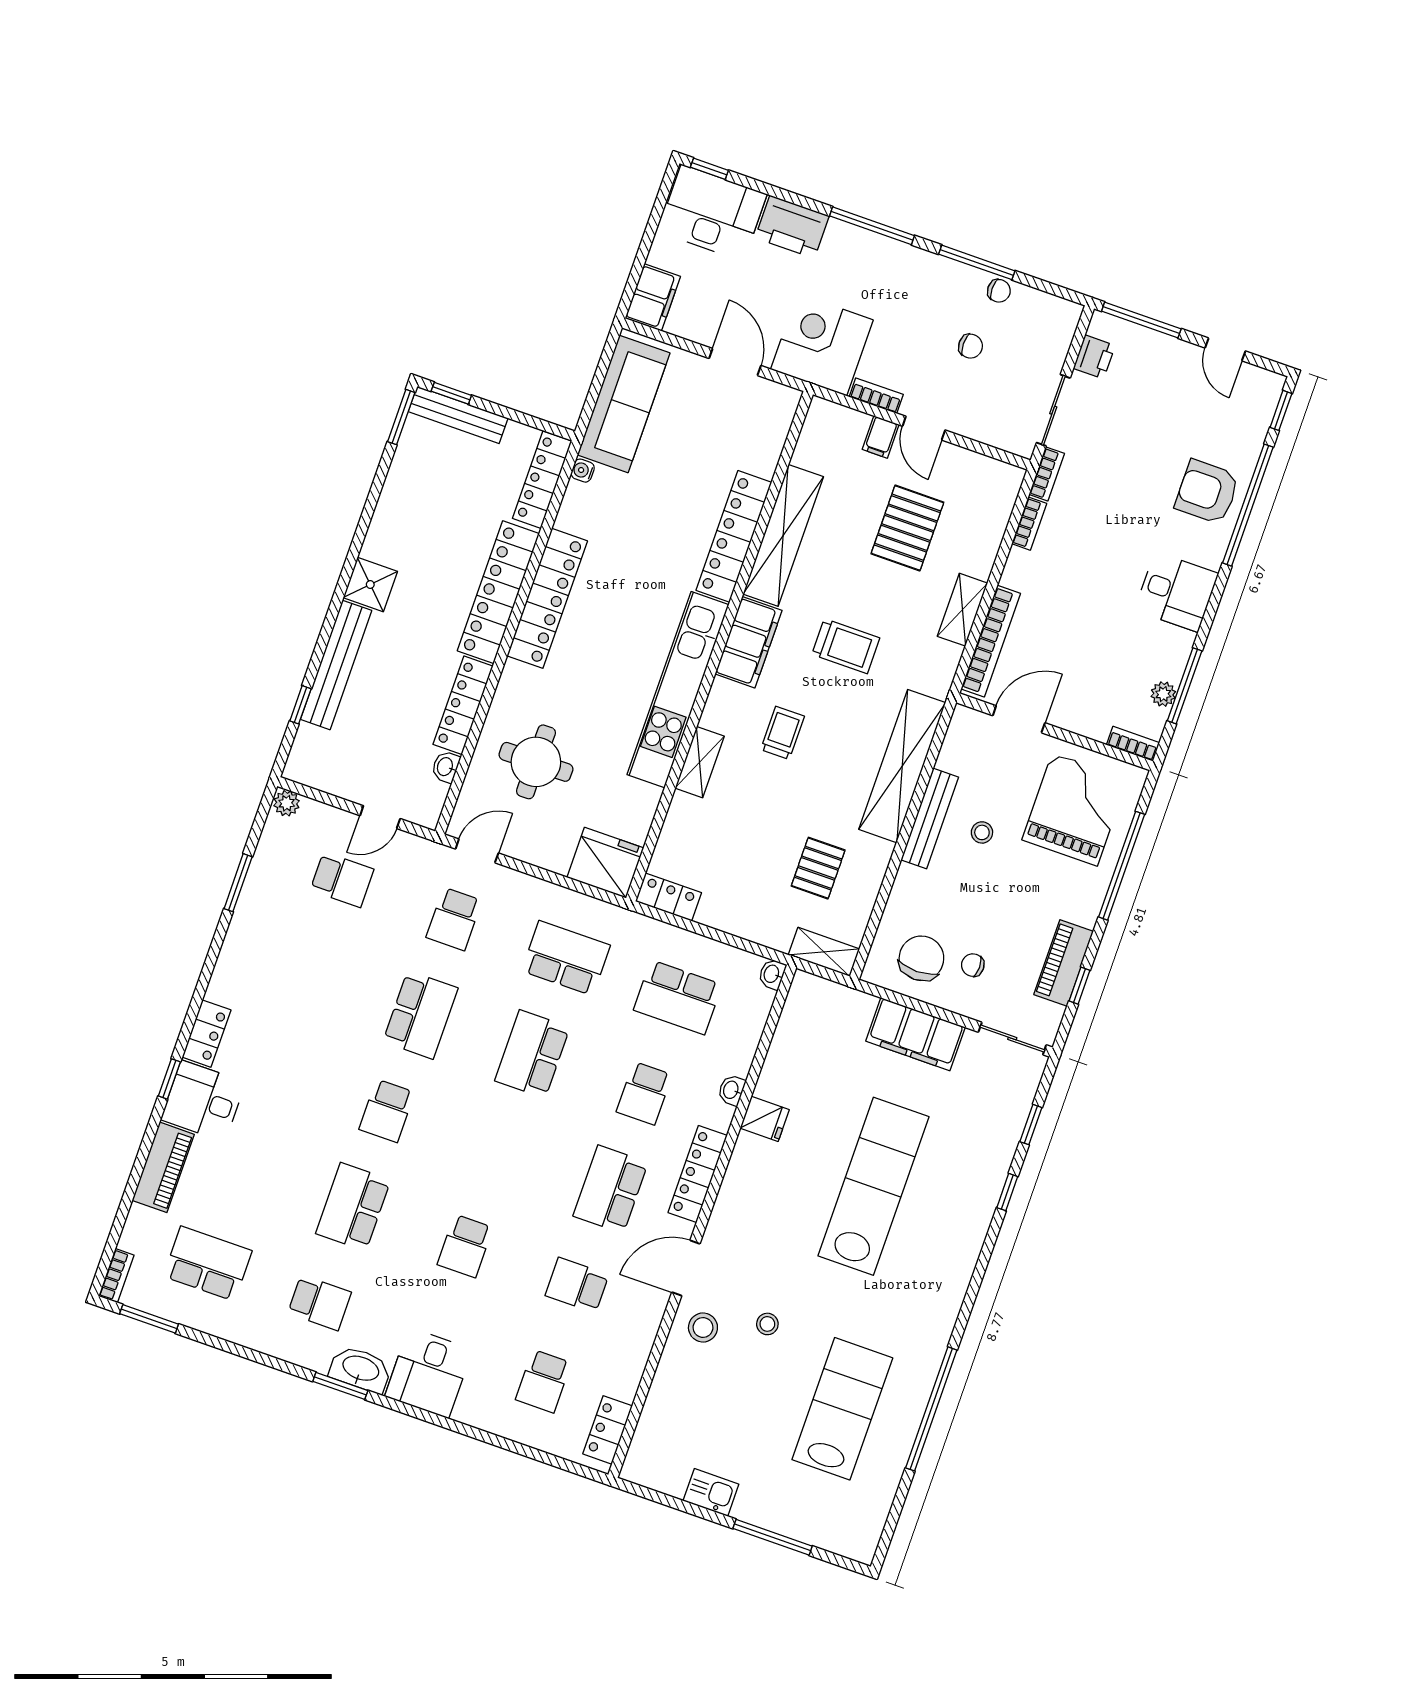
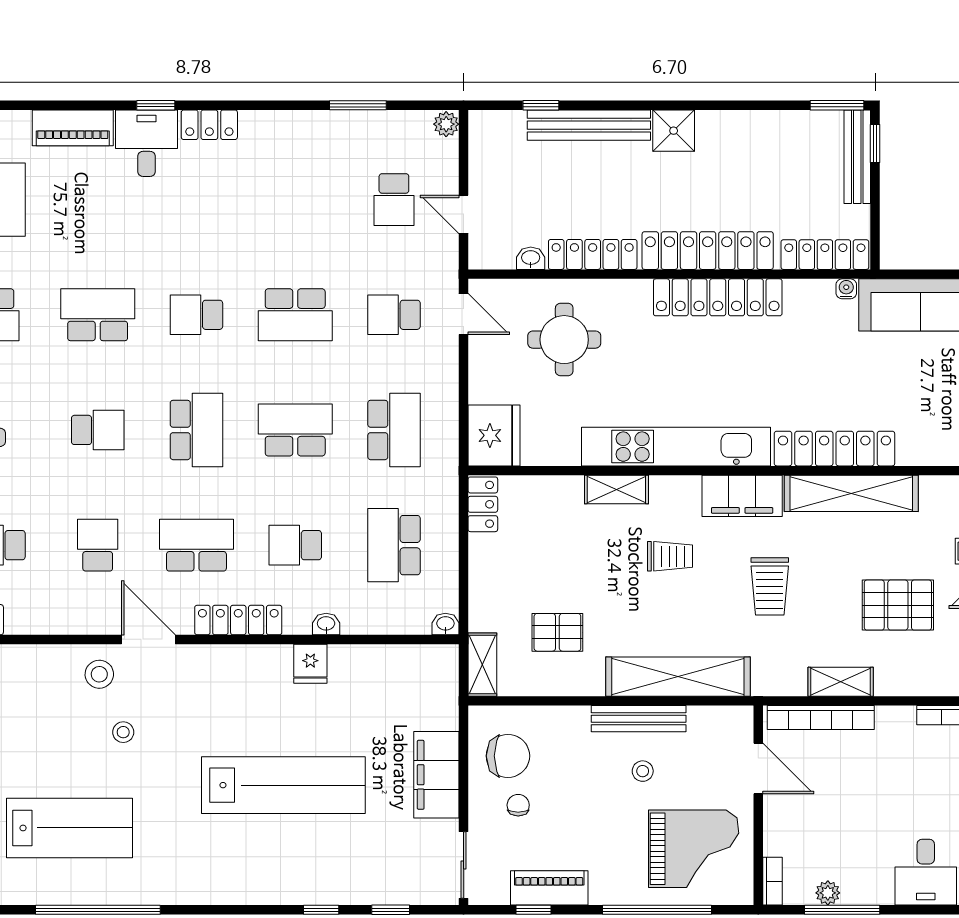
school desk: (499, 1150) -> (196, 430), added
school desk: (465, 1246) -> (98, 430), turned 180

